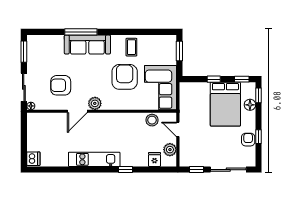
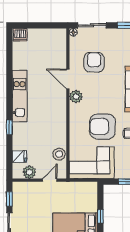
armchair: (125, 77) -> (102, 127), turned 180

